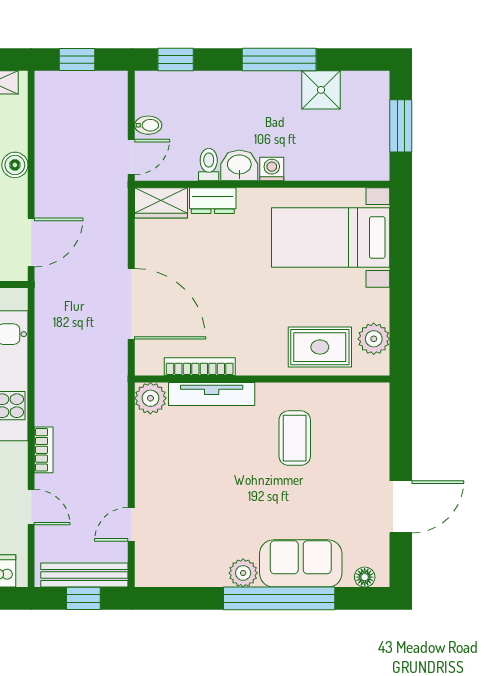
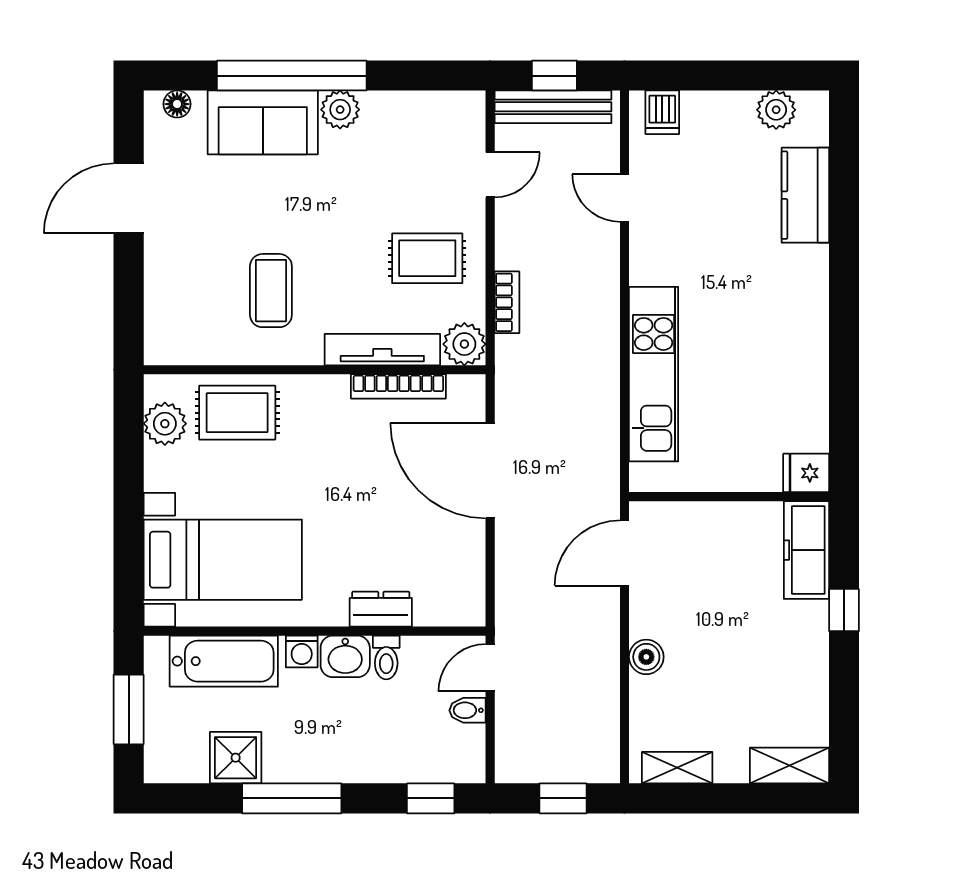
bathtub: (330, 162) -> (224, 661), added
wardrobe: (161, 203) -> (450, 606), removed
bookcase: (44, 450) -> (507, 302), moved, turned 180
rug: (178, 462) -> (427, 258), added

